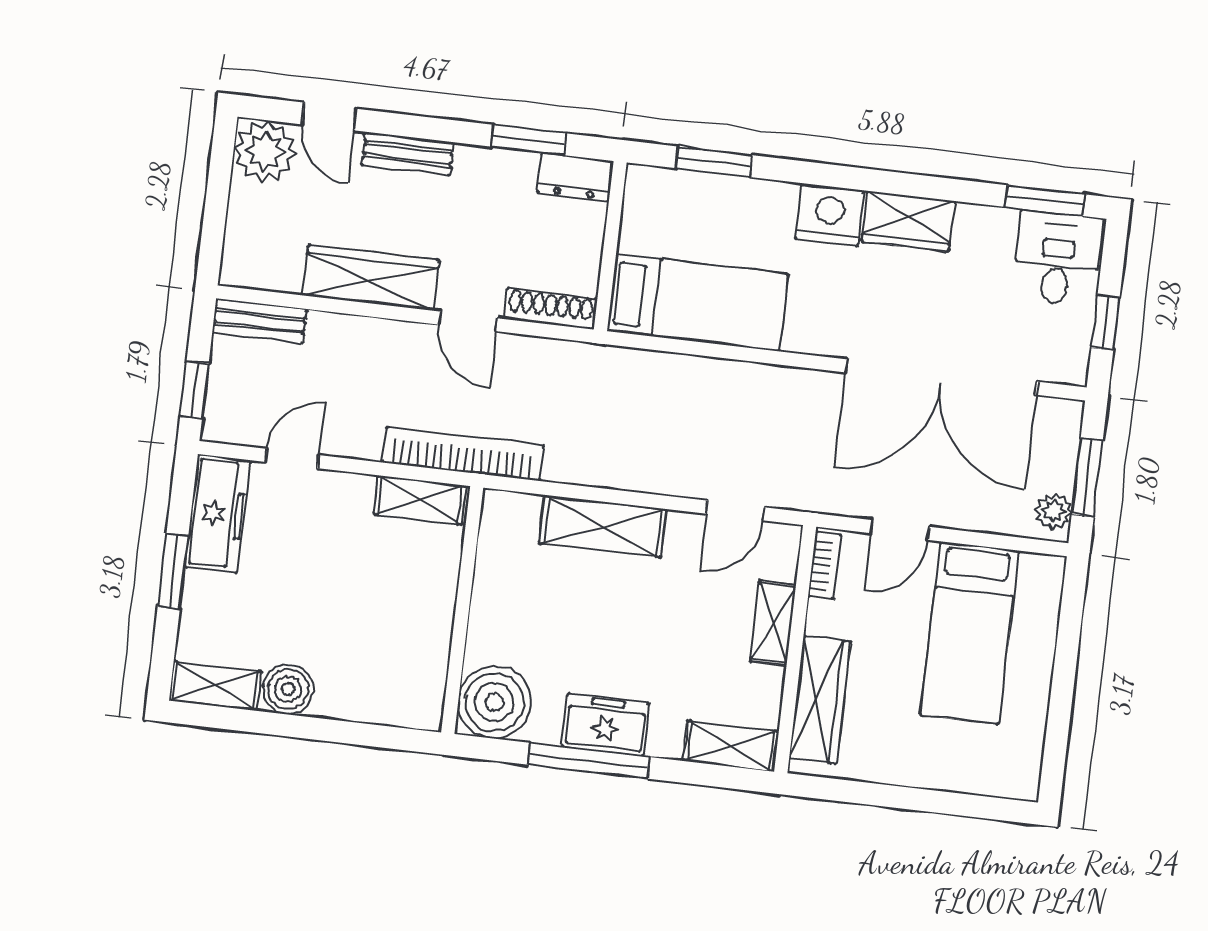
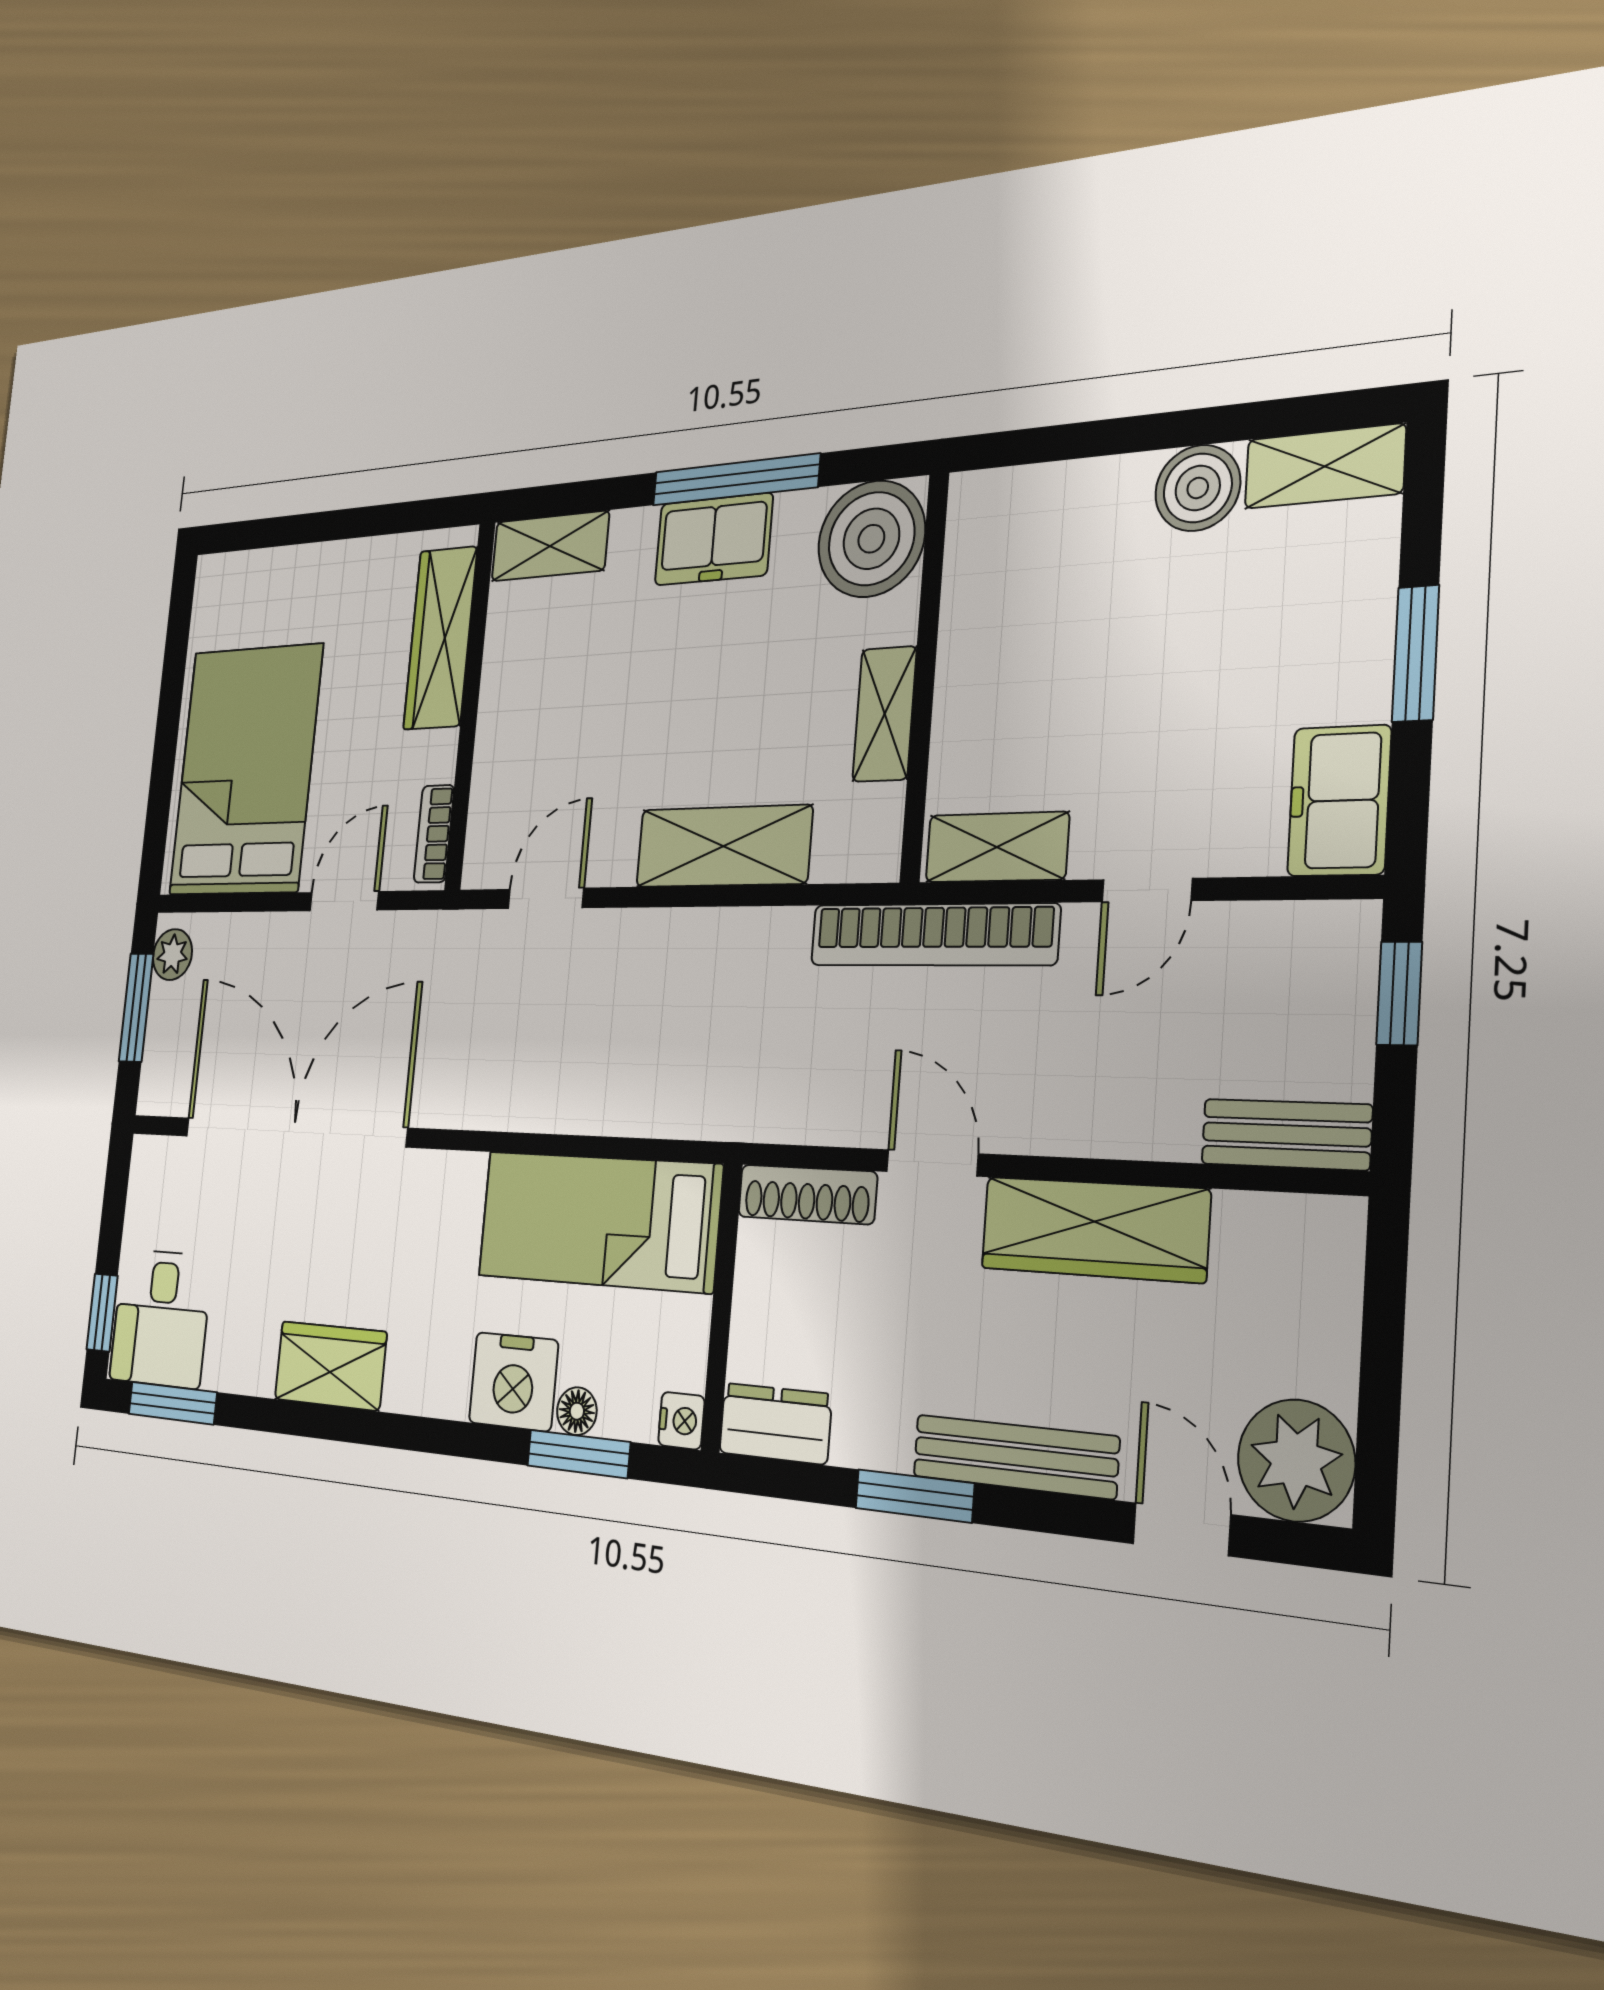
window: (529, 140) -> (914, 1496), moved
bench: (408, 154) -> (1015, 1456), width x1.36
nightstand: (640, 180) -> (681, 1421), added
floor lamp: (715, 187) -> (577, 1411), added
nightstand: (830, 215) -> (513, 1382), moved
window: (1105, 323) -> (102, 1313), moved
door: (292, 459) -> (1147, 890), moved
freezer: (217, 514) -> (1339, 801), width x0.71
shelving: (773, 623) -> (885, 714), moved
bed: (970, 633) -> (246, 770), width x1.50

